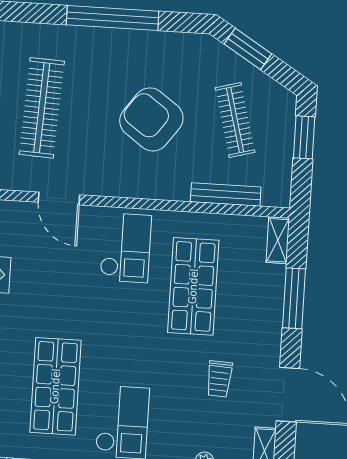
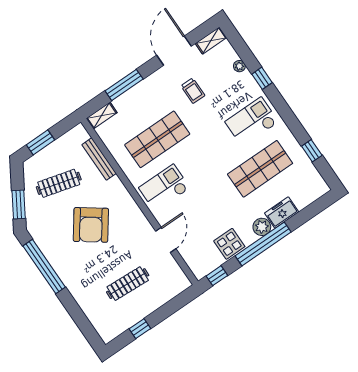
window: (113, 18) -> (44, 267), moved
clothes rail: (42, 108) -> (128, 284), width x0.73, depth x0.76
clothes rail: (235, 120) -> (59, 183), turned 30
trolley: (219, 379) -> (193, 91), turned 87

